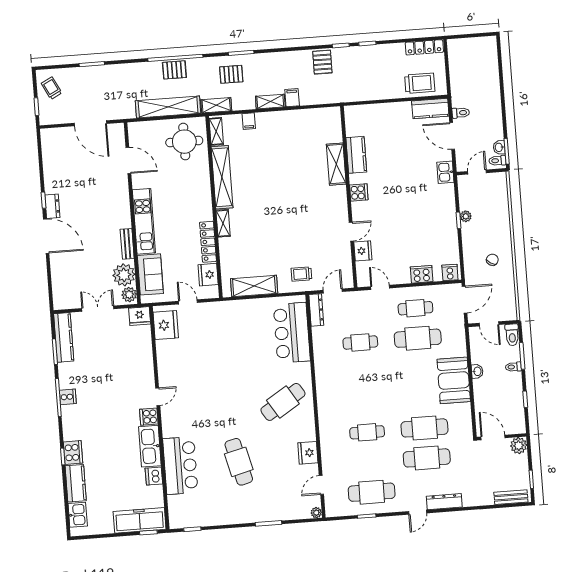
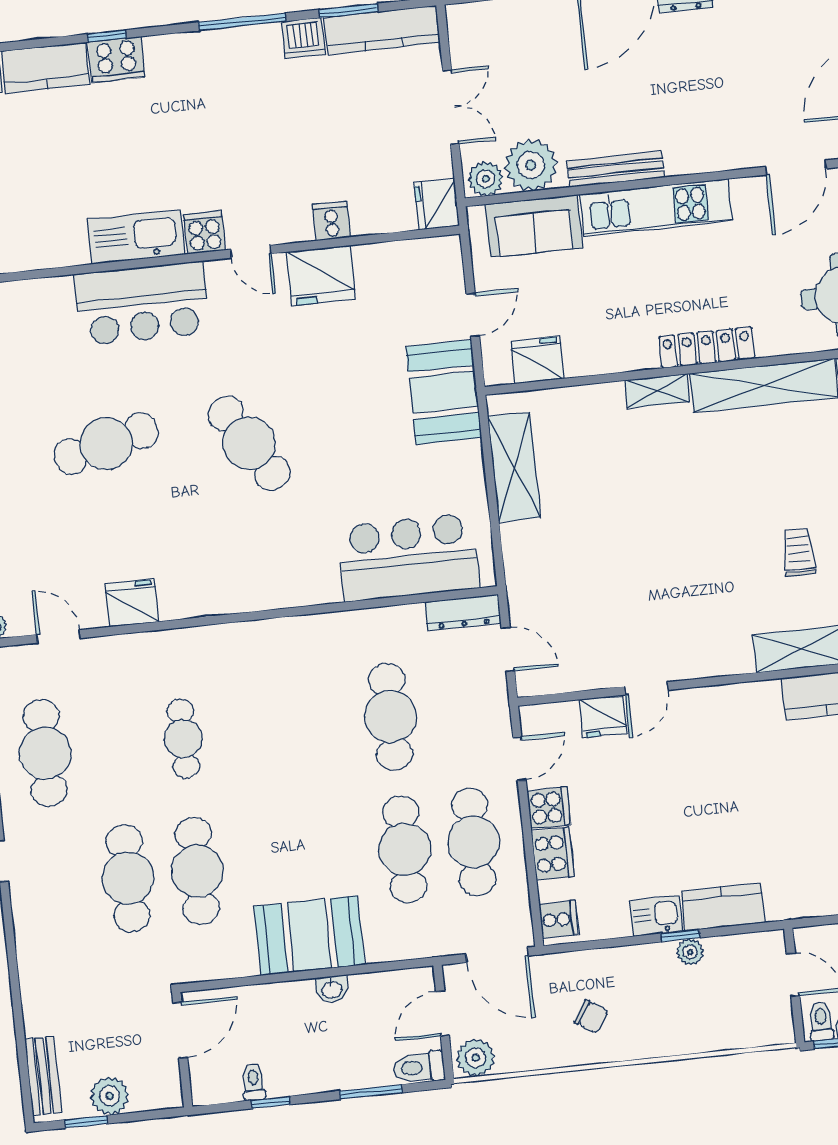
kitchen sink: (445, 172) -> (656, 916), moved
cooker: (359, 192) -> (549, 808), moved, turned -90
kitchen counter: (447, 201) -> (723, 907), added
door: (351, 232) -> (646, 688), hinge flipped
locker: (208, 242) -> (707, 348), moved
bench: (127, 244) -> (616, 169), width x1.36
trolley: (301, 274) -> (799, 552), moved
cafe table: (415, 308) -> (474, 842), width x1.37, depth x1.35
plant: (509, 310) -> (476, 1058), added
booth: (221, 315) -> (444, 392), added
fridge: (166, 325) -> (321, 276), moved
cafe table: (360, 342) -> (391, 717), width x1.37, depth x1.35
toilet: (513, 367) -> (254, 1082), moved
cooker: (68, 397) -> (332, 221), moved, turned 180
cafe table: (283, 402) -> (249, 443), moved
plant: (519, 446) -> (110, 1096), moved
bar counter: (180, 466) -> (142, 303), moved
dishwasher: (154, 476) -> (303, 38), moved, turned 180
dresser: (444, 502) -> (28, 922), removed

